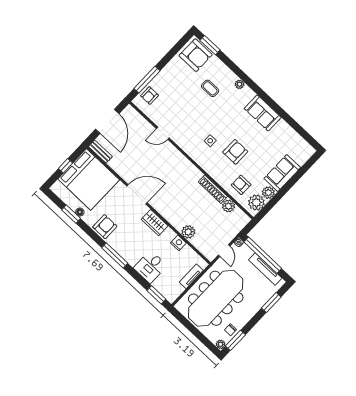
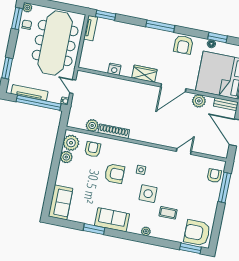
window: (284, 115) -> (94, 229), added
side table: (217, 116) -> (148, 194), added
armchair: (235, 152) -> (115, 174), turned -90
sofa: (282, 173) -> (61, 202), moved
armchair: (241, 185) -> (93, 149), turned -90
plant: (188, 232) -> (199, 101), moved
desk: (150, 267) -> (125, 35), removed
tv unit: (191, 276) -> (91, 28), moved

